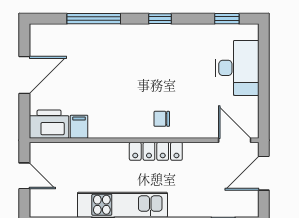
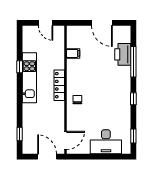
printer: (49, 124) -> (123, 54), moved, turned 180
locker: (156, 151) -> (59, 85), moved
door: (24, 176) -> (46, 23), hinge flipped

